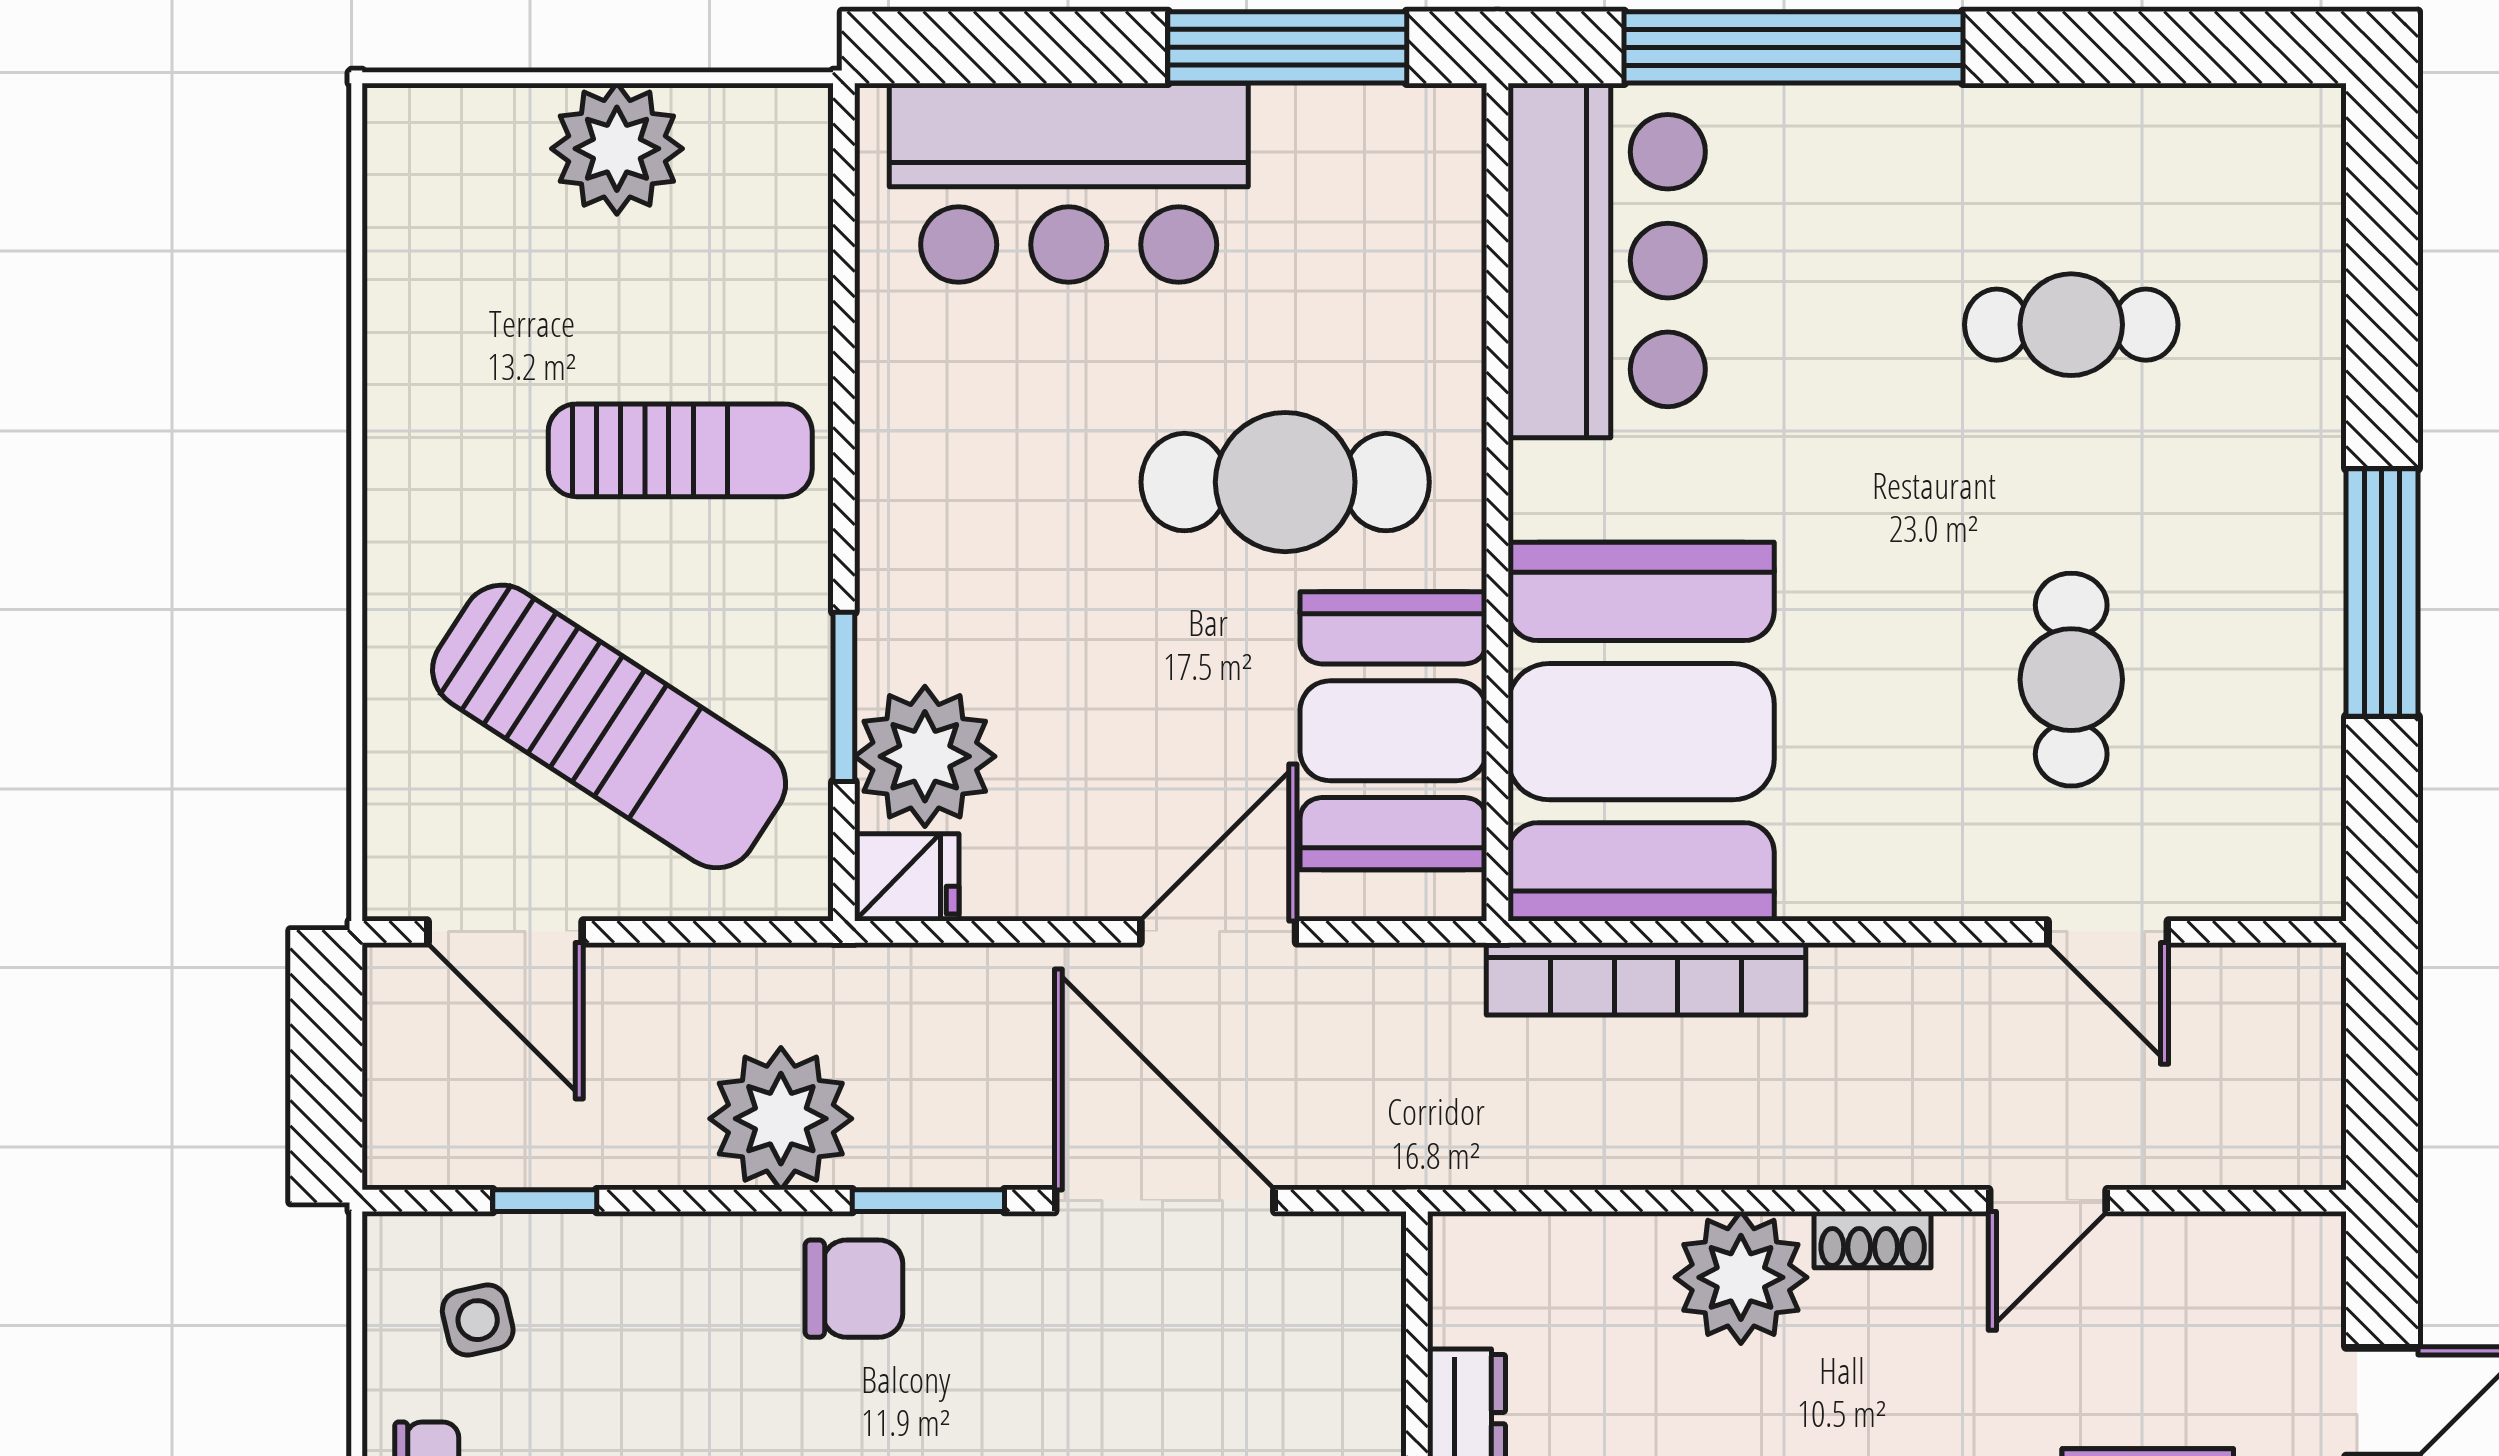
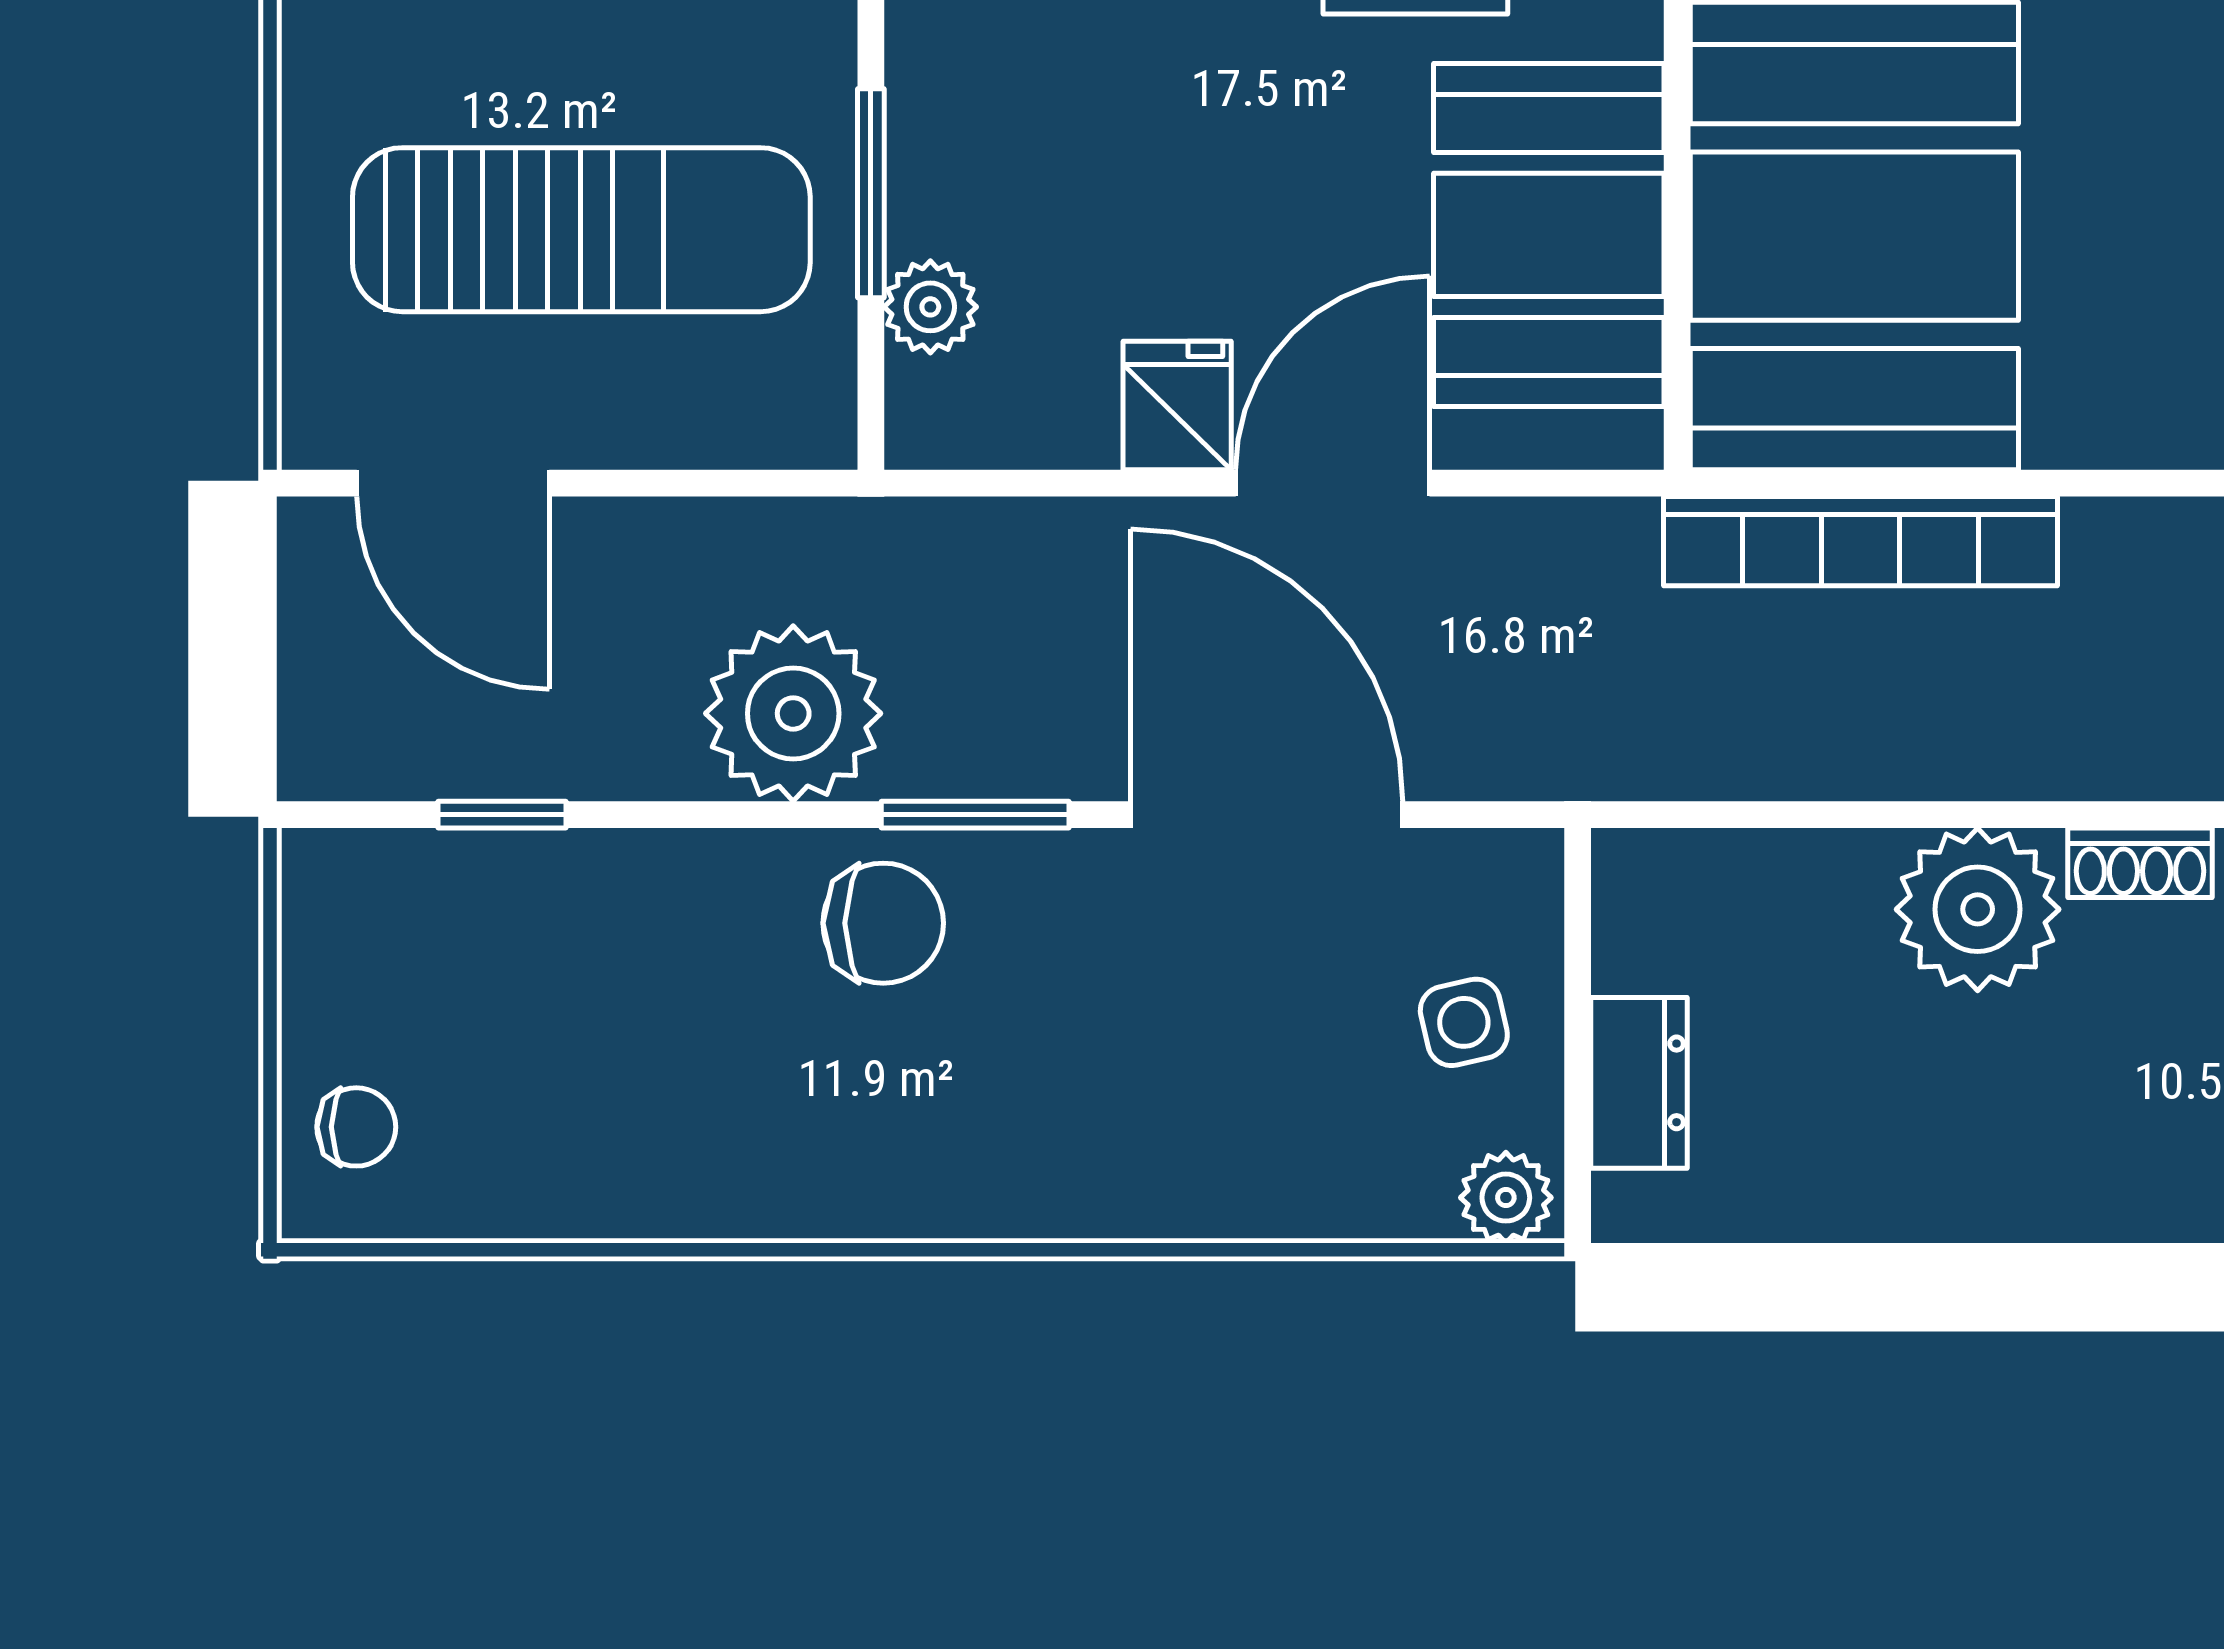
sun lounger: (609, 726) -> (581, 230), turned -33
plant: (925, 756) -> (930, 307), width x0.53, depth x0.53
fridge: (907, 877) -> (1177, 406), moved, turned -90
side table: (478, 1320) -> (1464, 1022), moved

